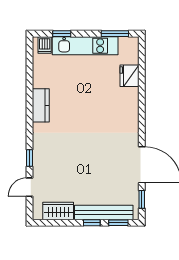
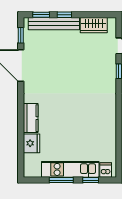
window: (115, 34) -> (61, 180), moved
kitchen counter: (41, 105) -> (31, 118), moved, turned 180

